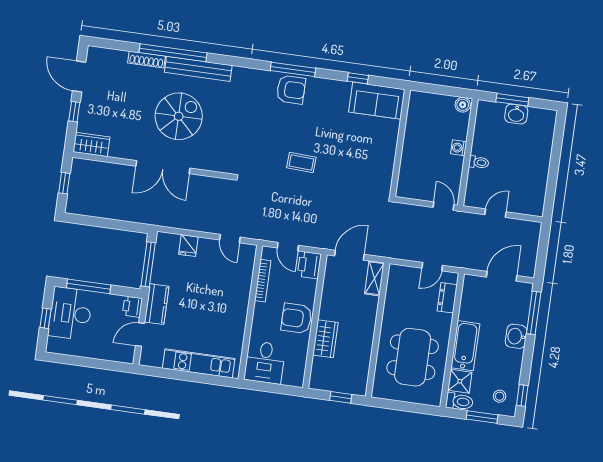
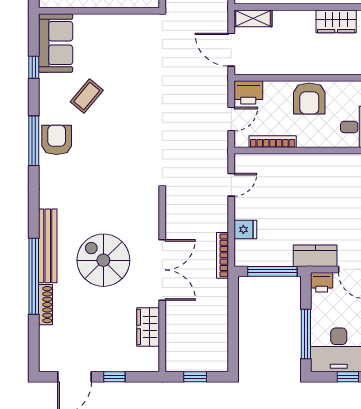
wardrobe: (91, 144) -> (148, 327), moved
coffee table: (301, 162) -> (87, 96), moved, turned 37
bookcase: (168, 222) -> (222, 255), added
wardrobe: (325, 339) -> (336, 21), moved, turned 180

